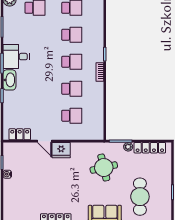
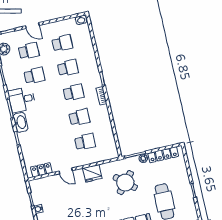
school desk: (35, 35) -> (34, 76), added
fridge: (61, 150) -> (92, 173), moved
round table: (104, 168) -> (125, 183), turned -36

